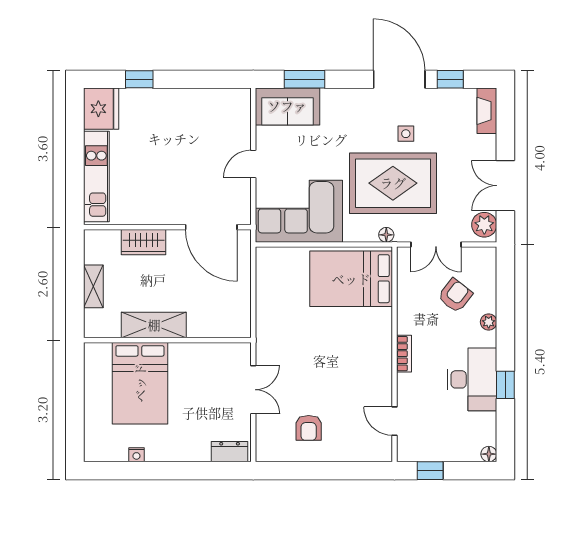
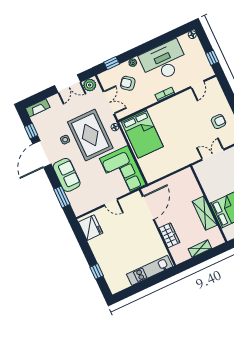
sofa: (287, 106) -> (67, 175), moved
fridge: (101, 109) -> (91, 228), moved, turned 90
desk: (472, 379) -> (164, 61), width x1.36, depth x1.30
window: (505, 385) -> (112, 63), moved

